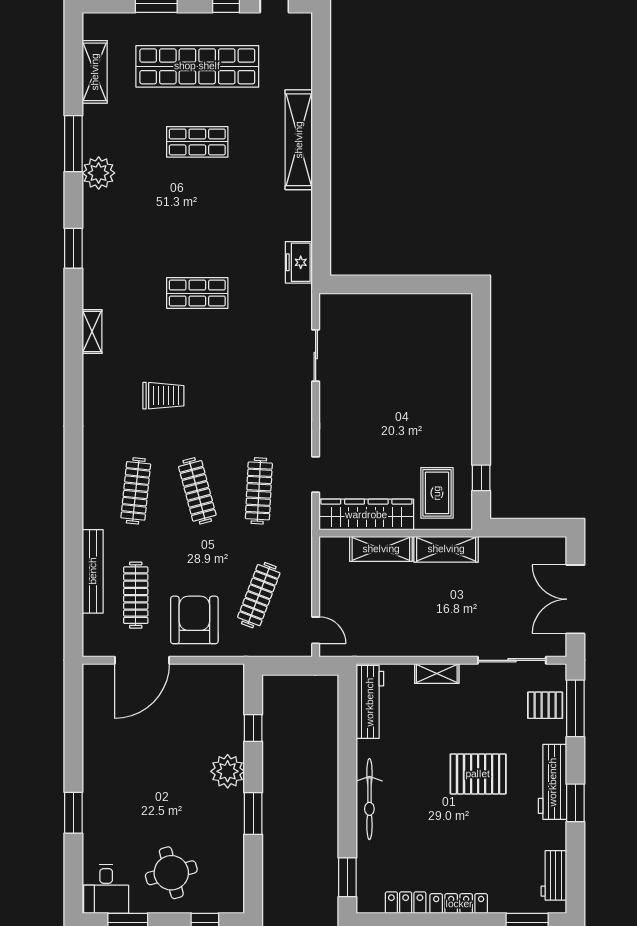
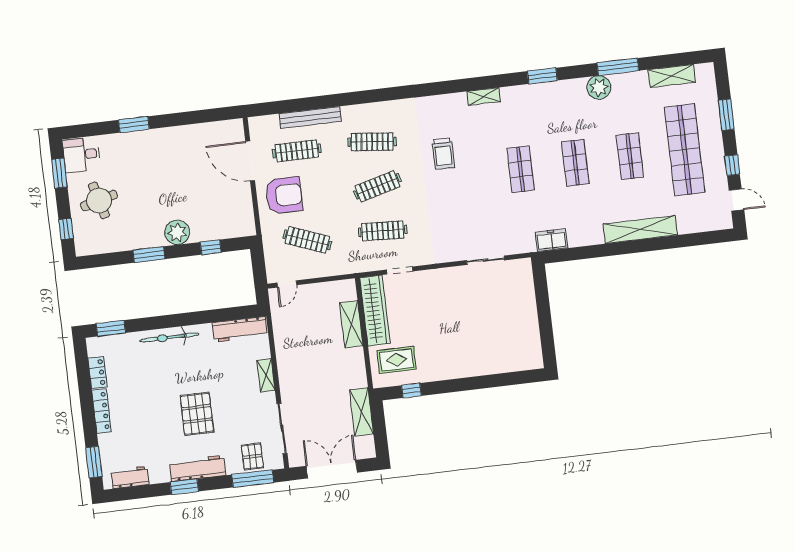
shop shelf: (197, 217) -> (575, 163), added
shelving: (446, 549) -> (361, 412), moved

